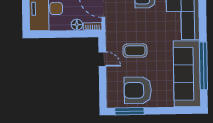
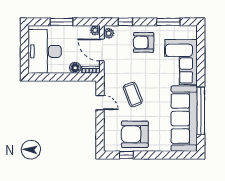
coffee table: (135, 51) -> (133, 95), turned 69
window: (129, 111) -> (126, 155), width x0.46

